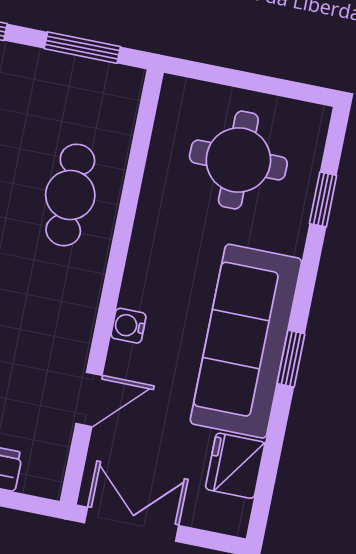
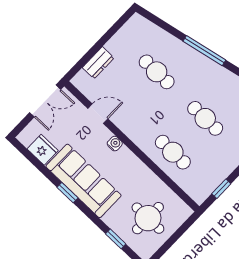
window: (82, 48) -> (221, 189), width x0.67
door: (89, 399) -> (98, 114), swing flipped

